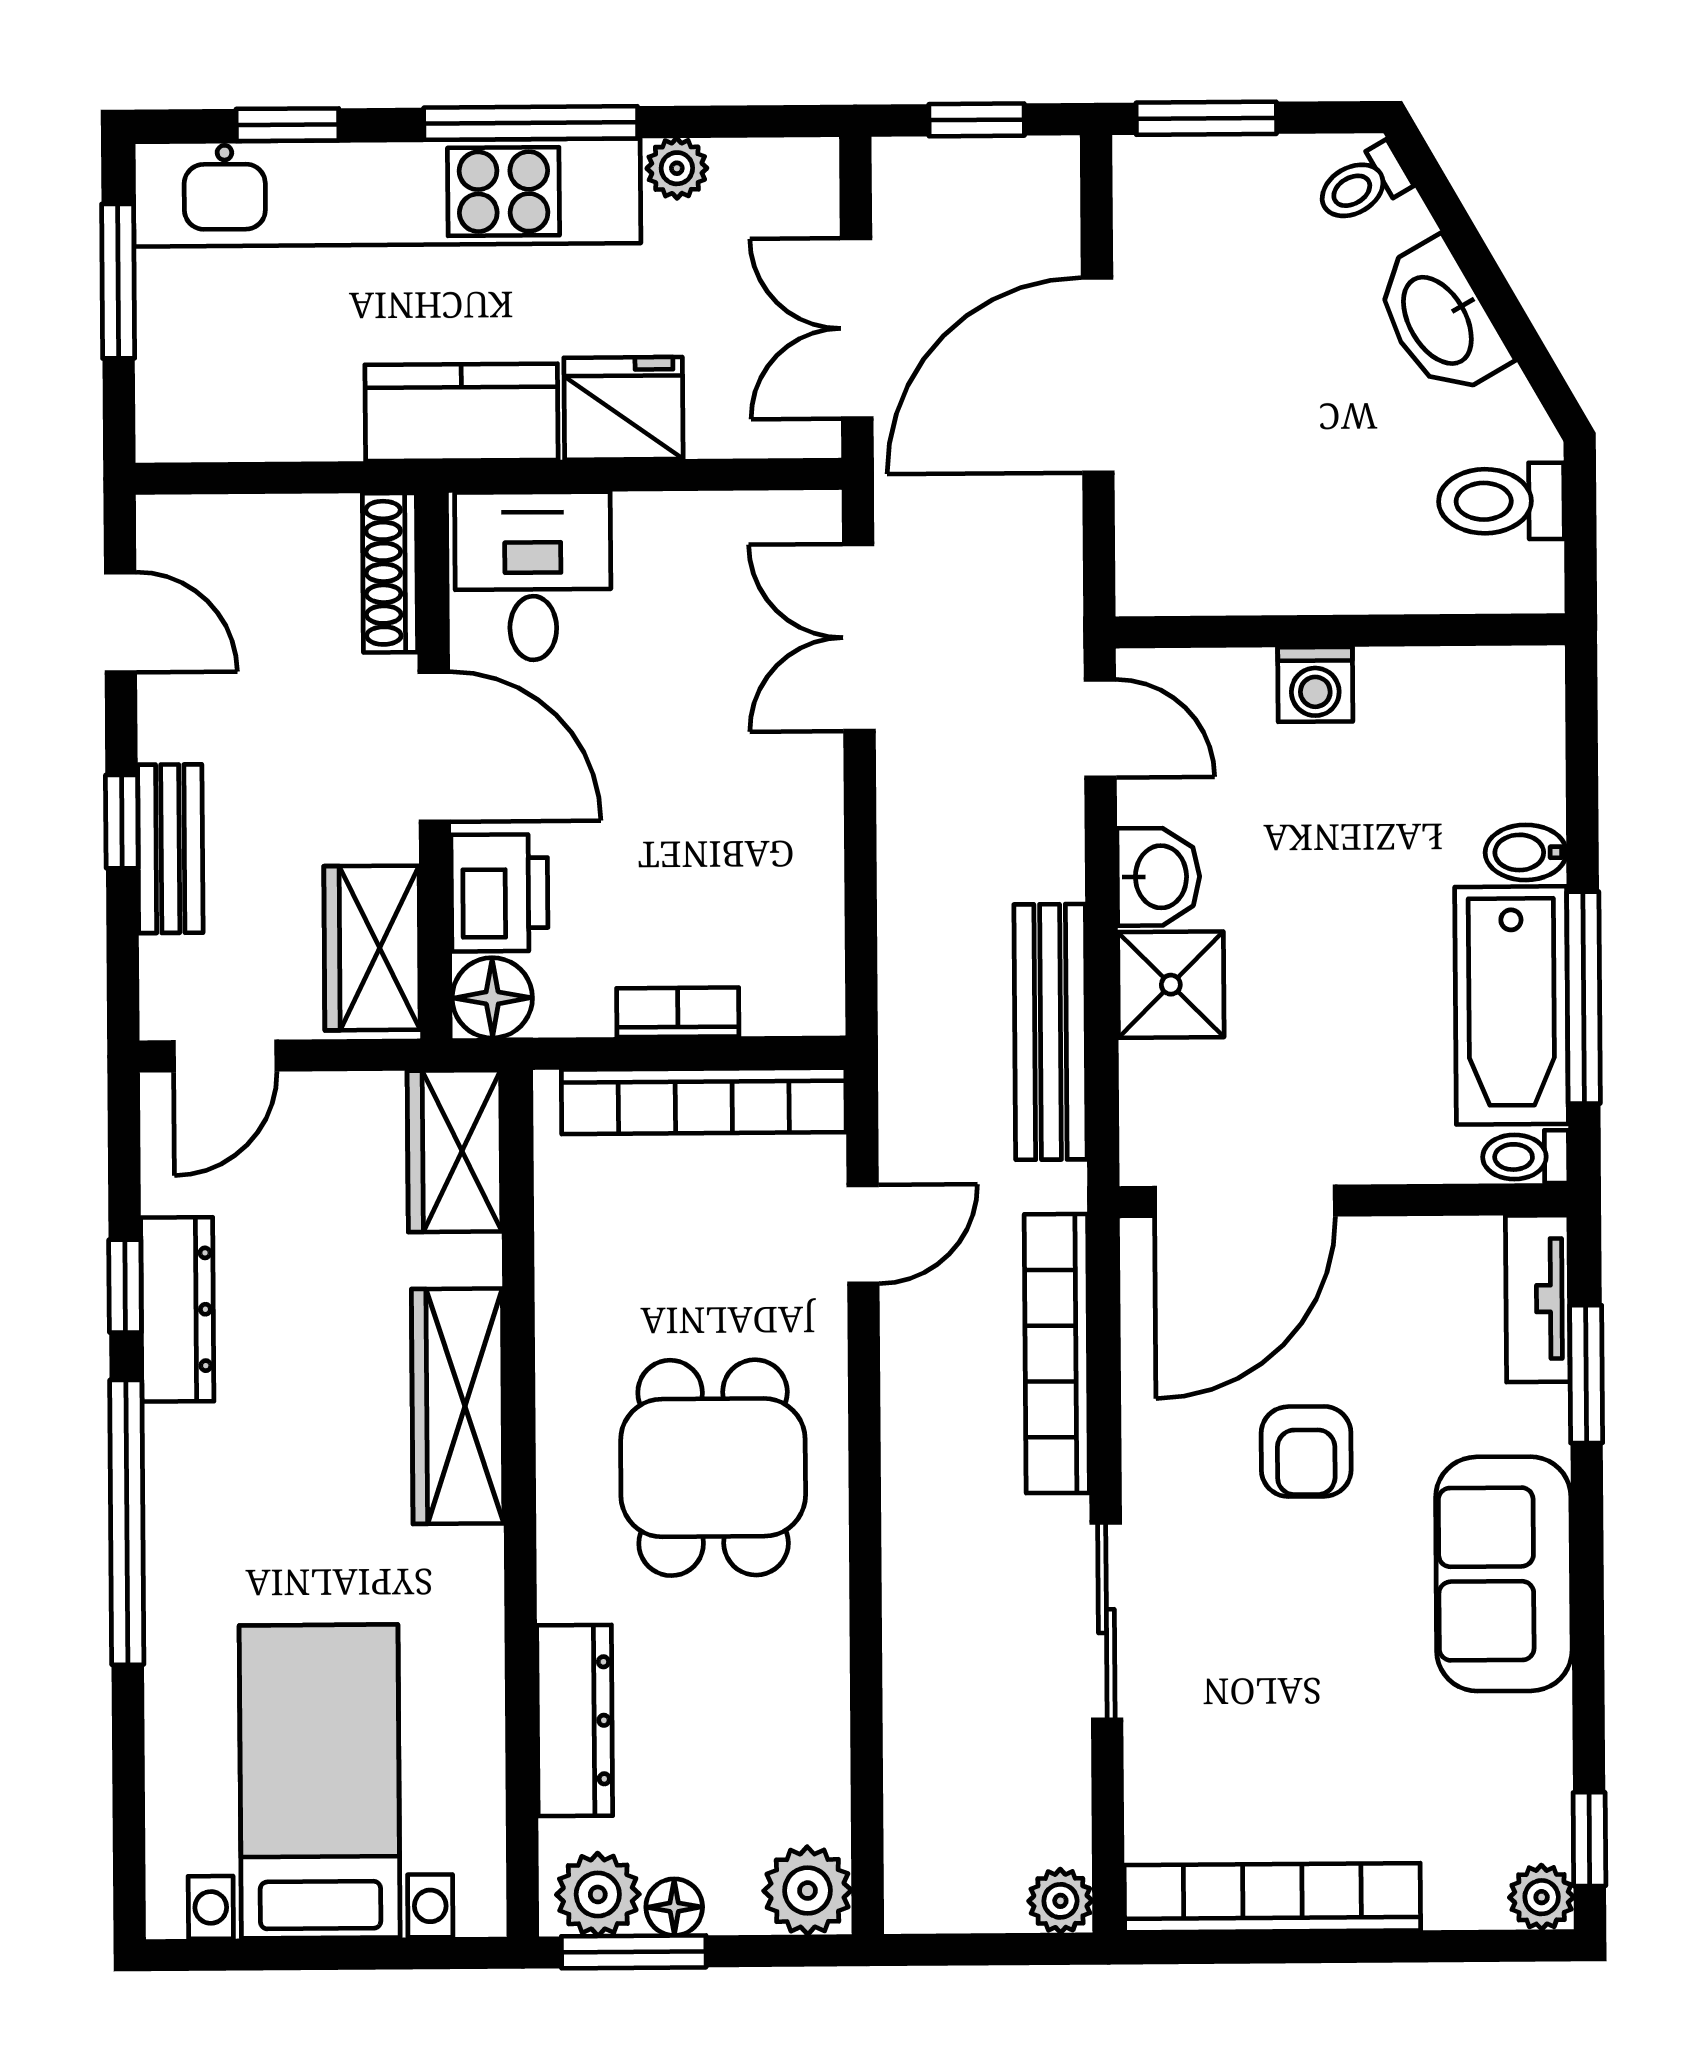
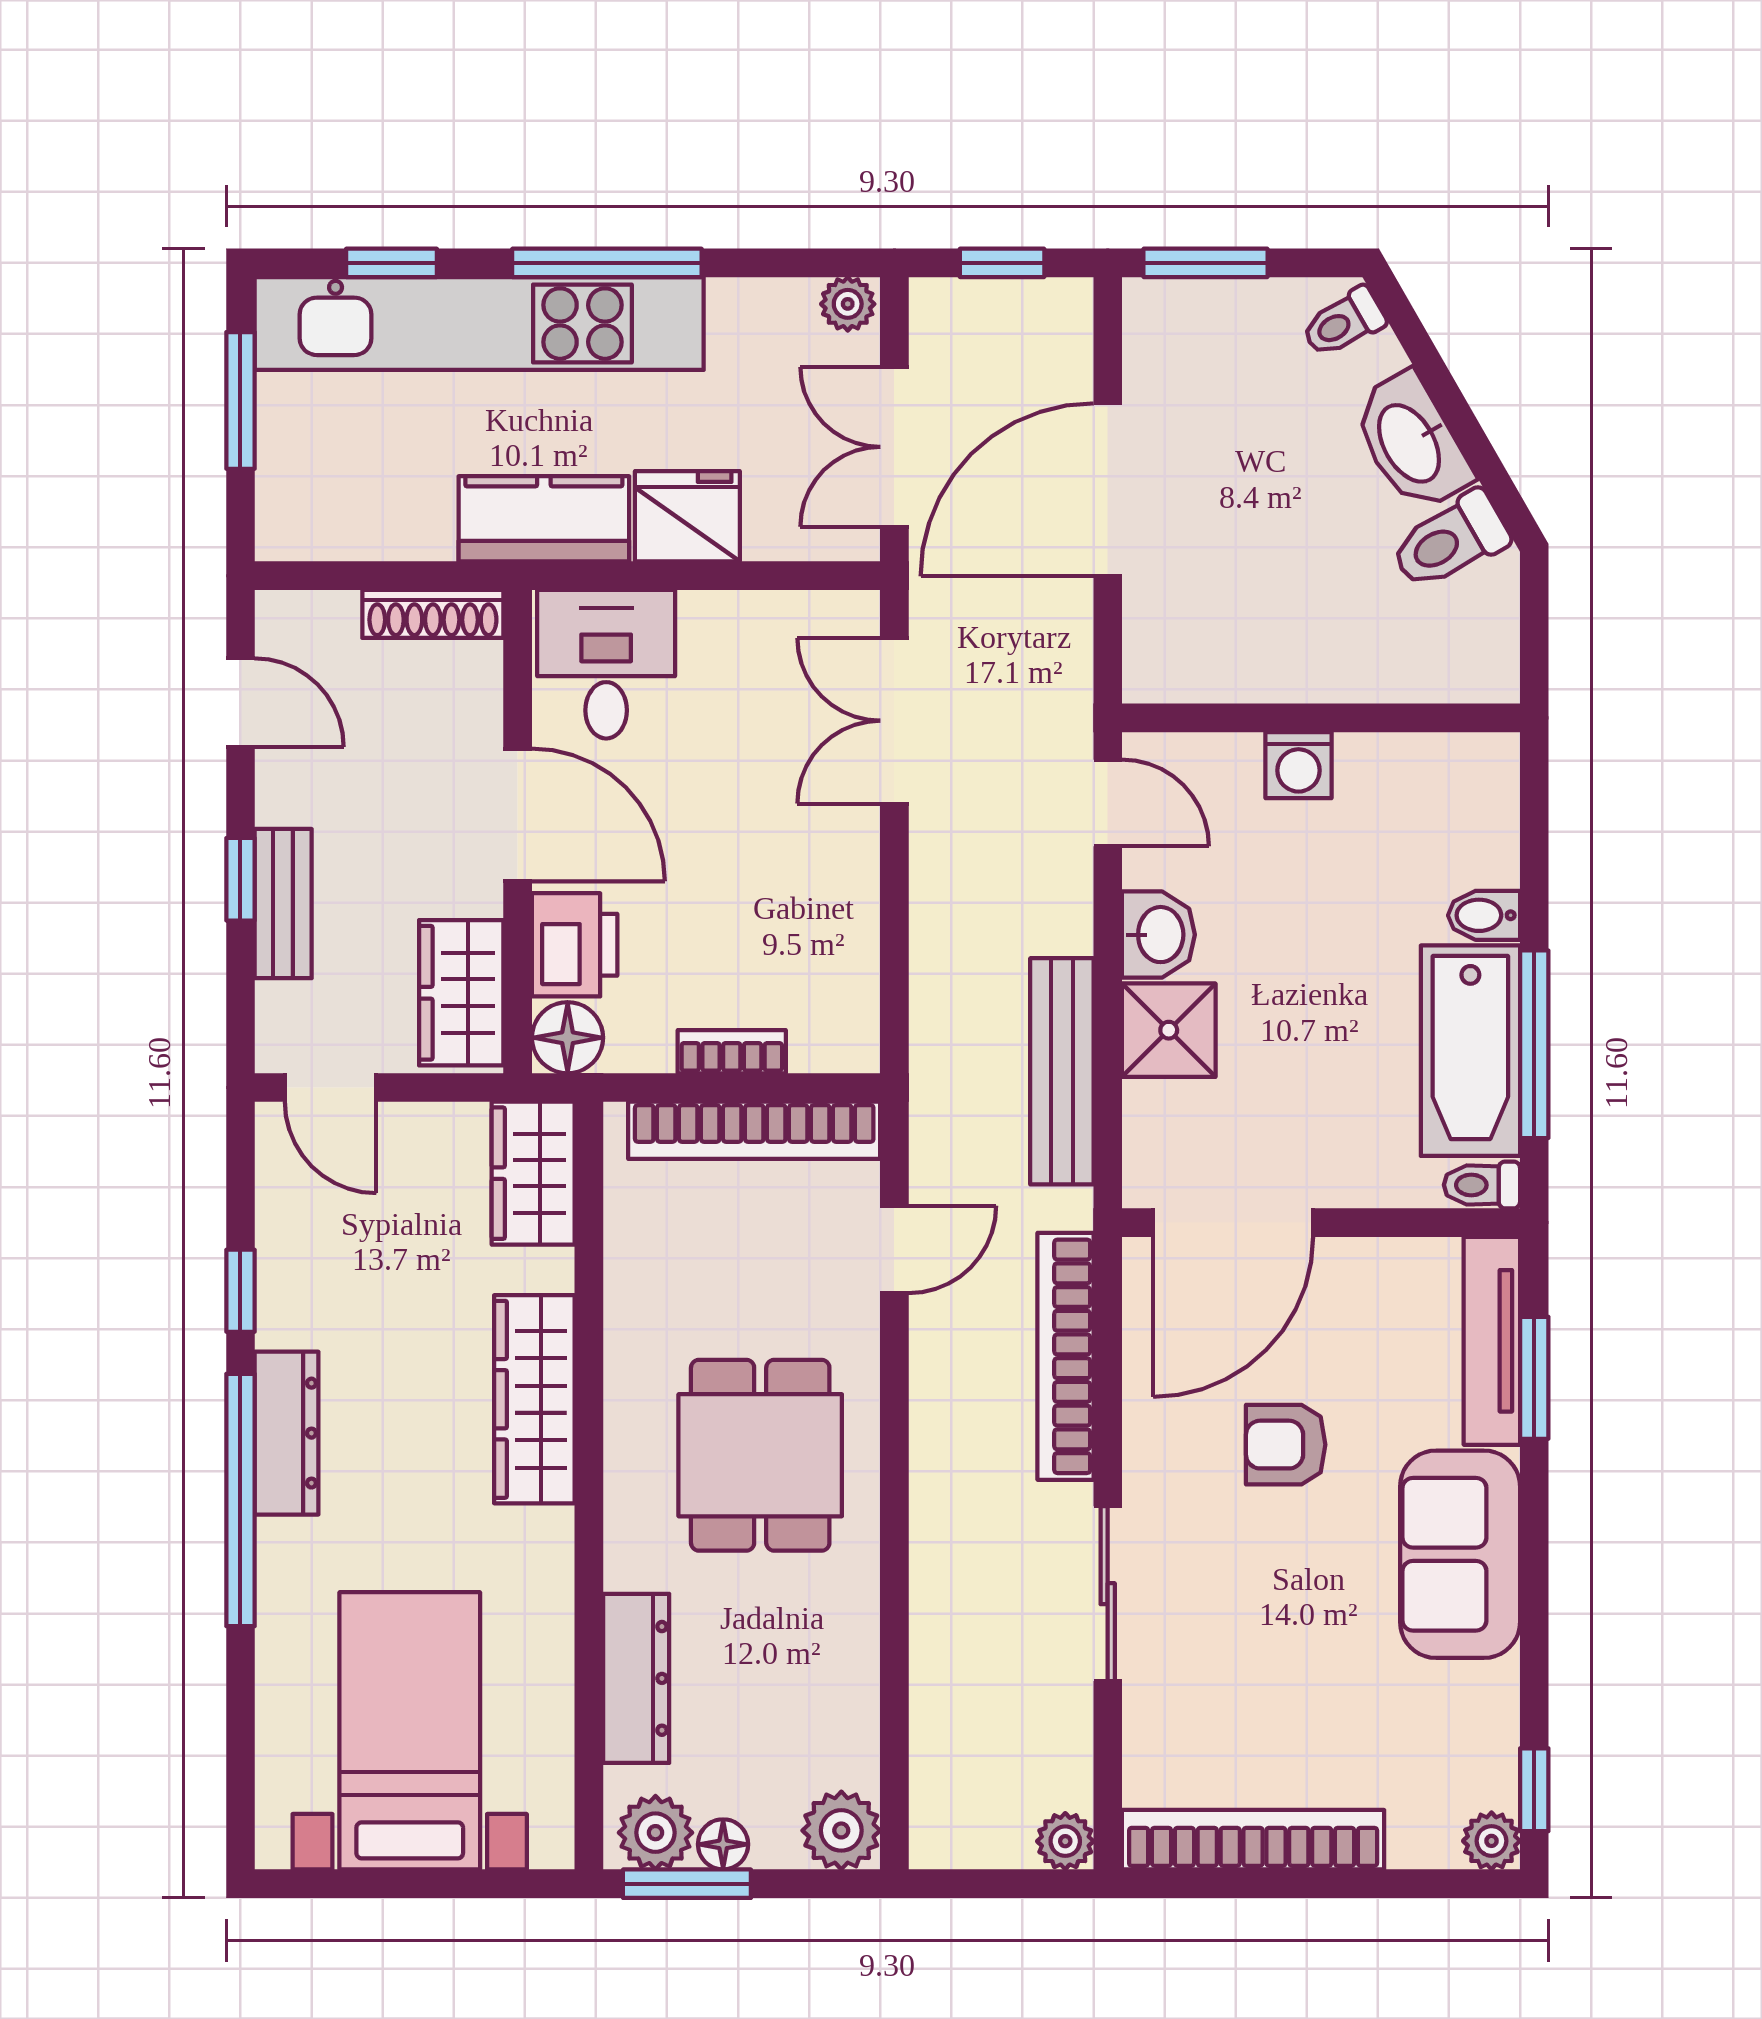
plant: (677, 168) -> (848, 304), moved
toilet: (1501, 501) -> (1450, 541), moved, turned -30
shoe rack: (390, 573) -> (433, 614), moved, turned -90
door: (225, 1056) -> (331, 1088), hinge flipped
tv unit: (1538, 1299) -> (1492, 1341), width x1.41
dresser: (177, 1309) -> (287, 1433), moved
armchair: (1306, 1451) -> (1286, 1445), turned 90

